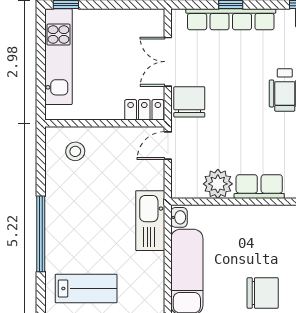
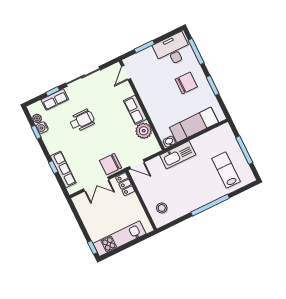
row of seats: (231, 19) -> (63, 169), width x0.73
chair: (263, 293) -> (186, 83), turned 90

